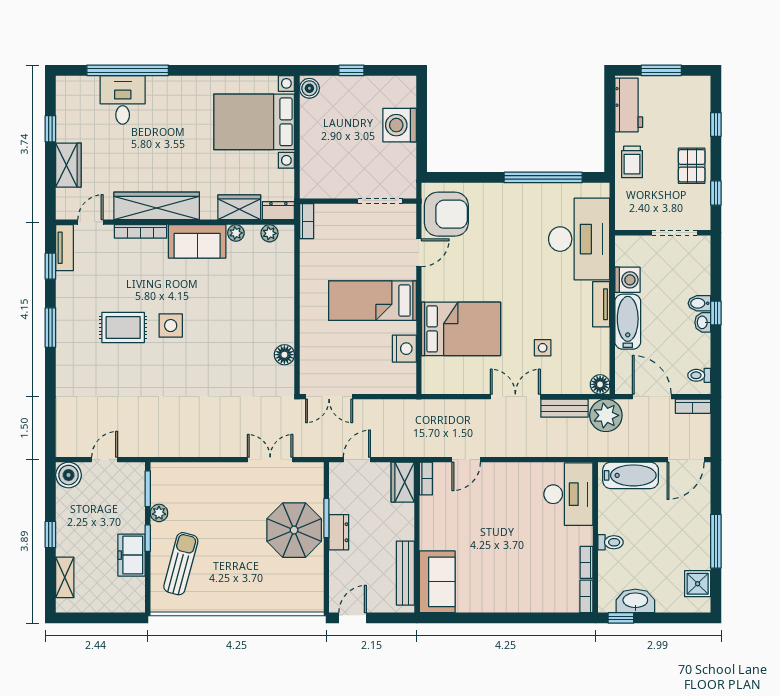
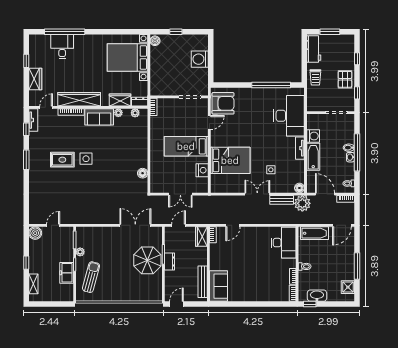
window: (716, 313) -> (357, 152), width x3.17
double door: (329, 397) -> (180, 194), moved
double door: (270, 460) -> (135, 225), width x1.37

